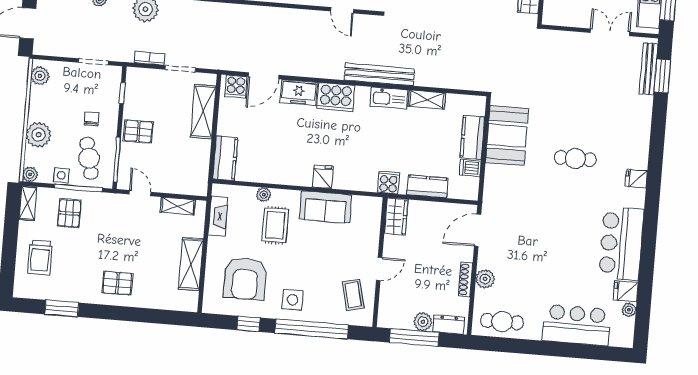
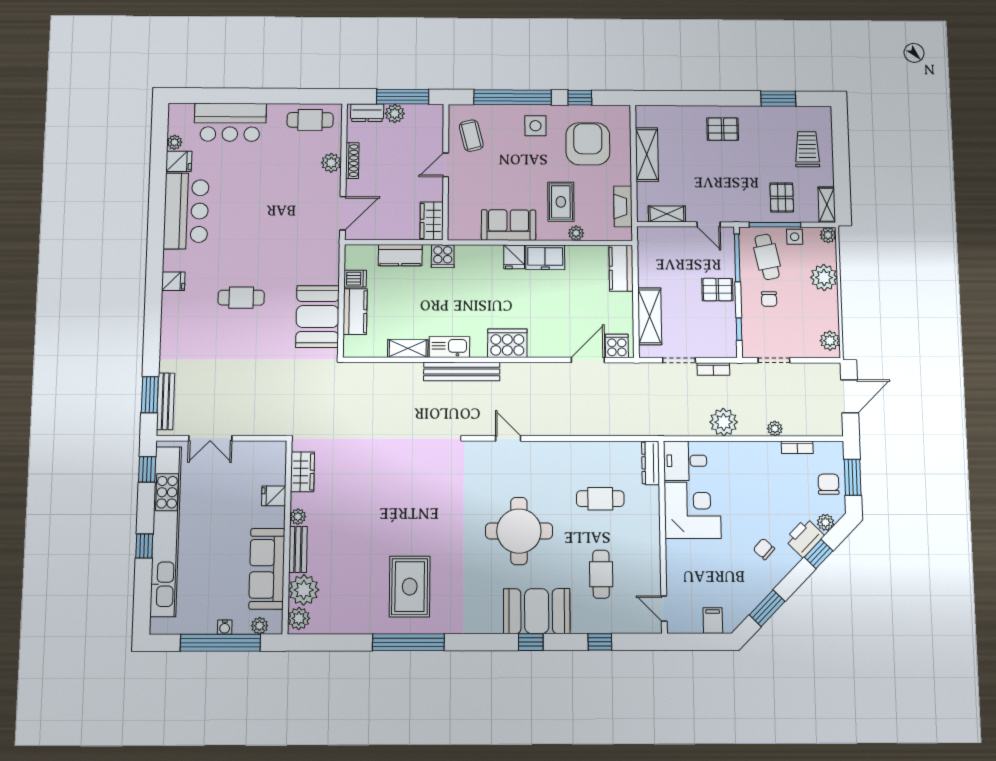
freezer: (299, 92) -> (545, 257), moved, turned 180

